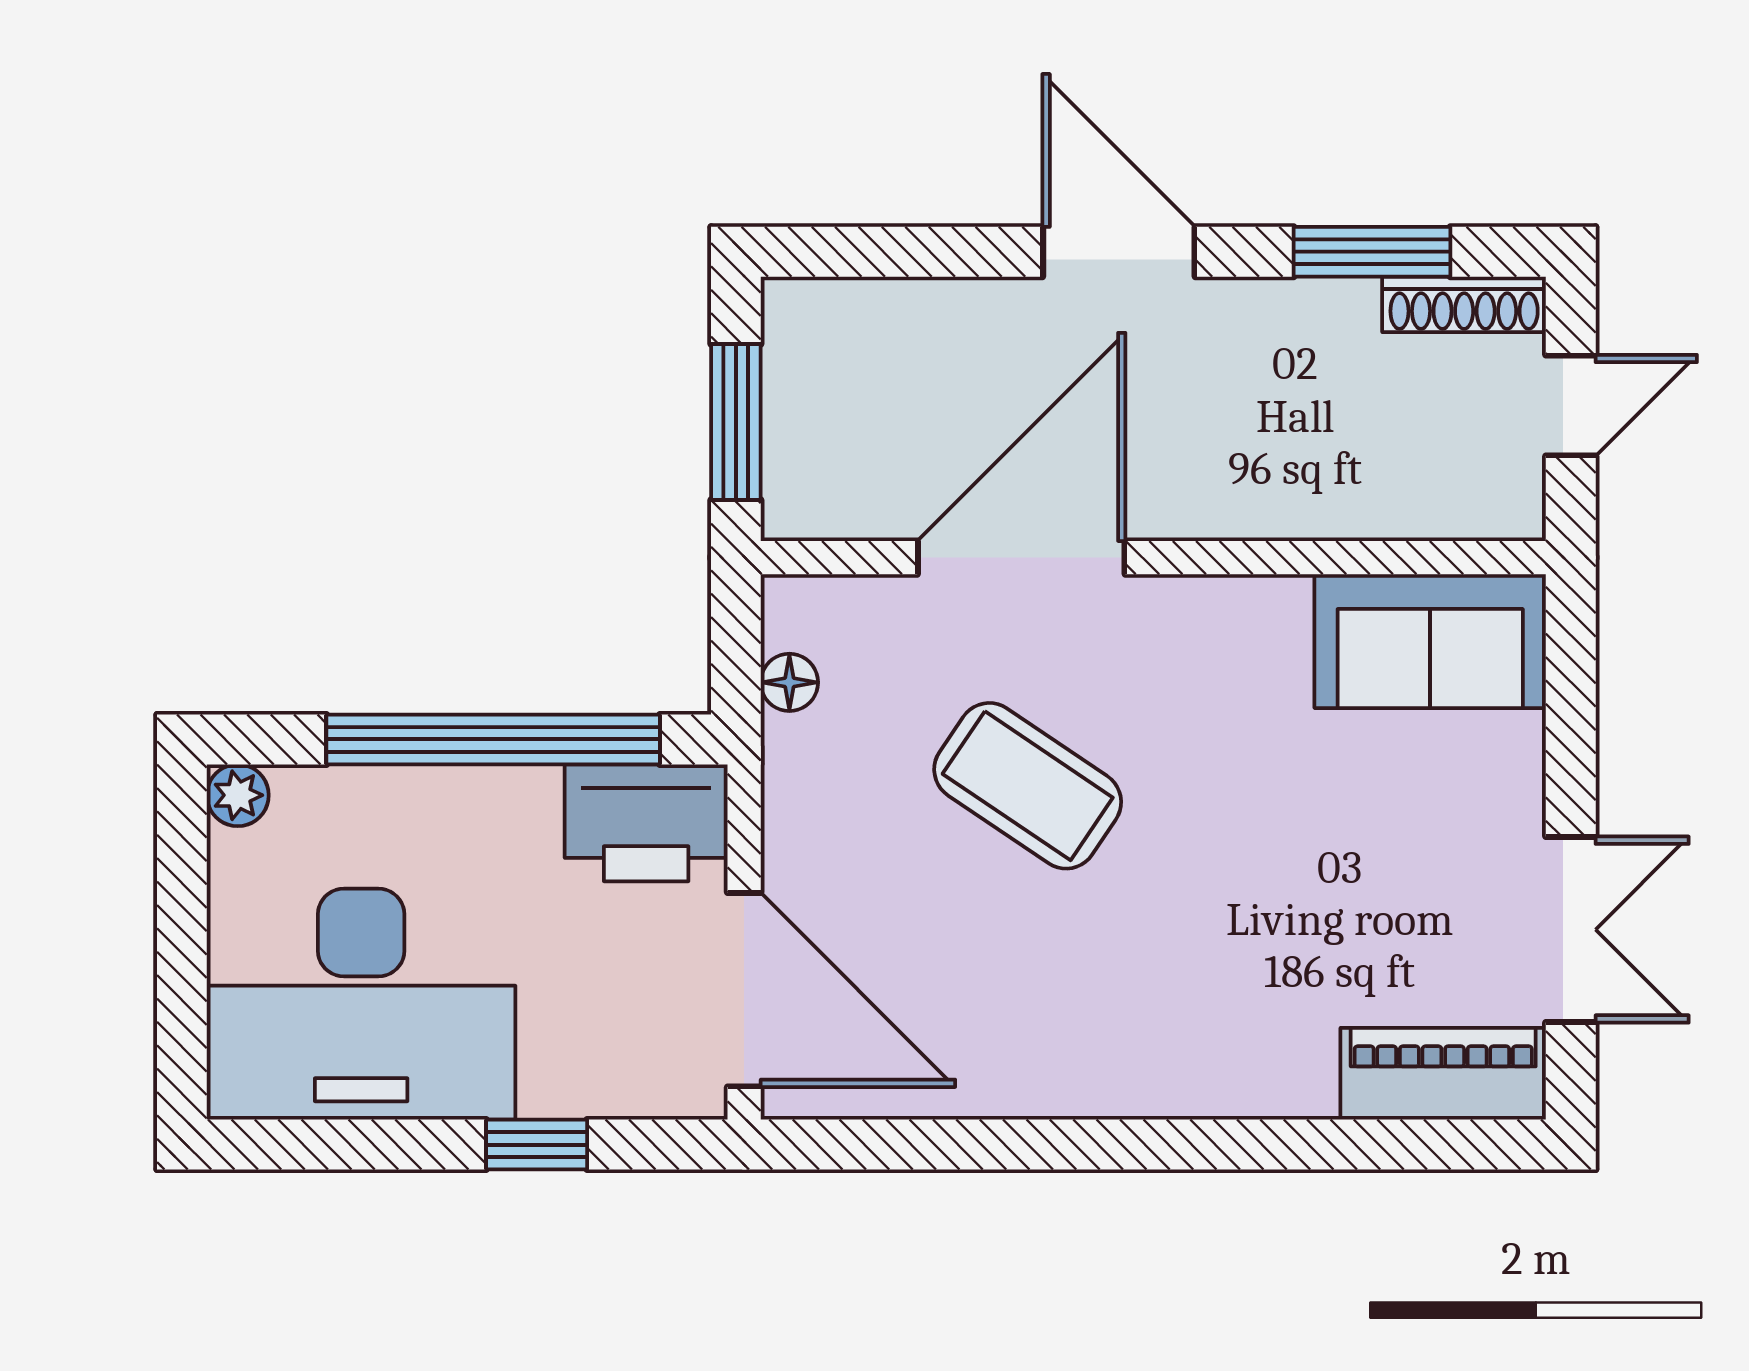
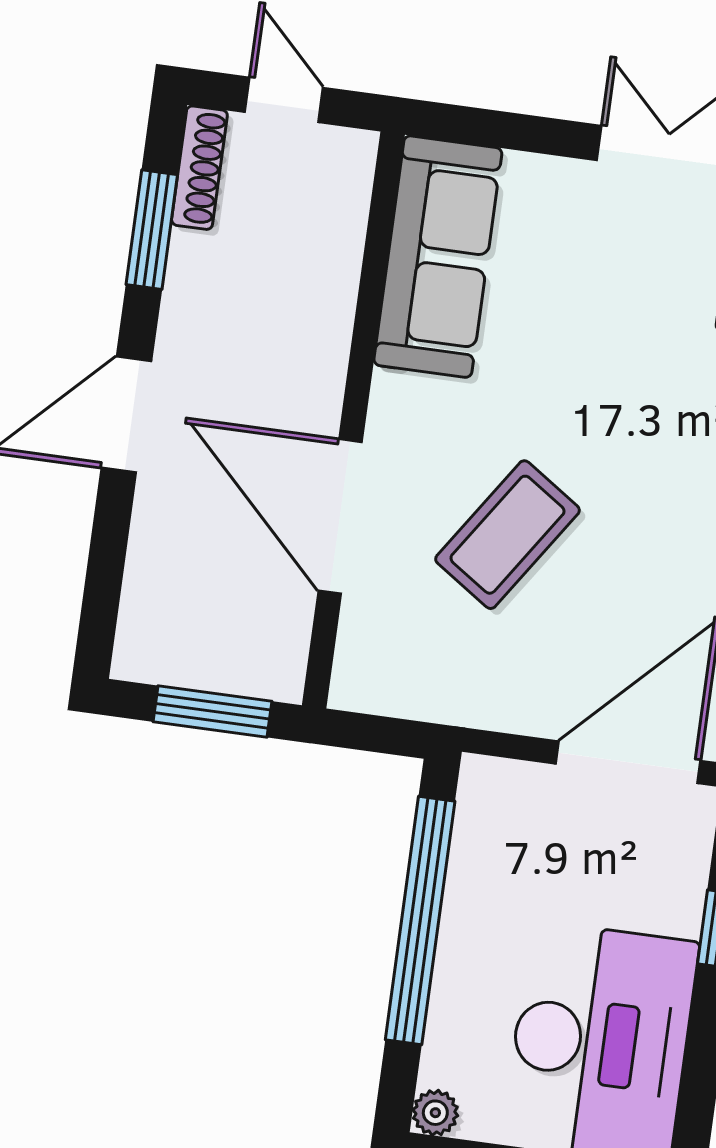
sofa: (1430, 641) -> (438, 257), width x1.36
floor lamp: (789, 682) -> (408, 698), removed
printer: (646, 823) -> (496, 817), removed

